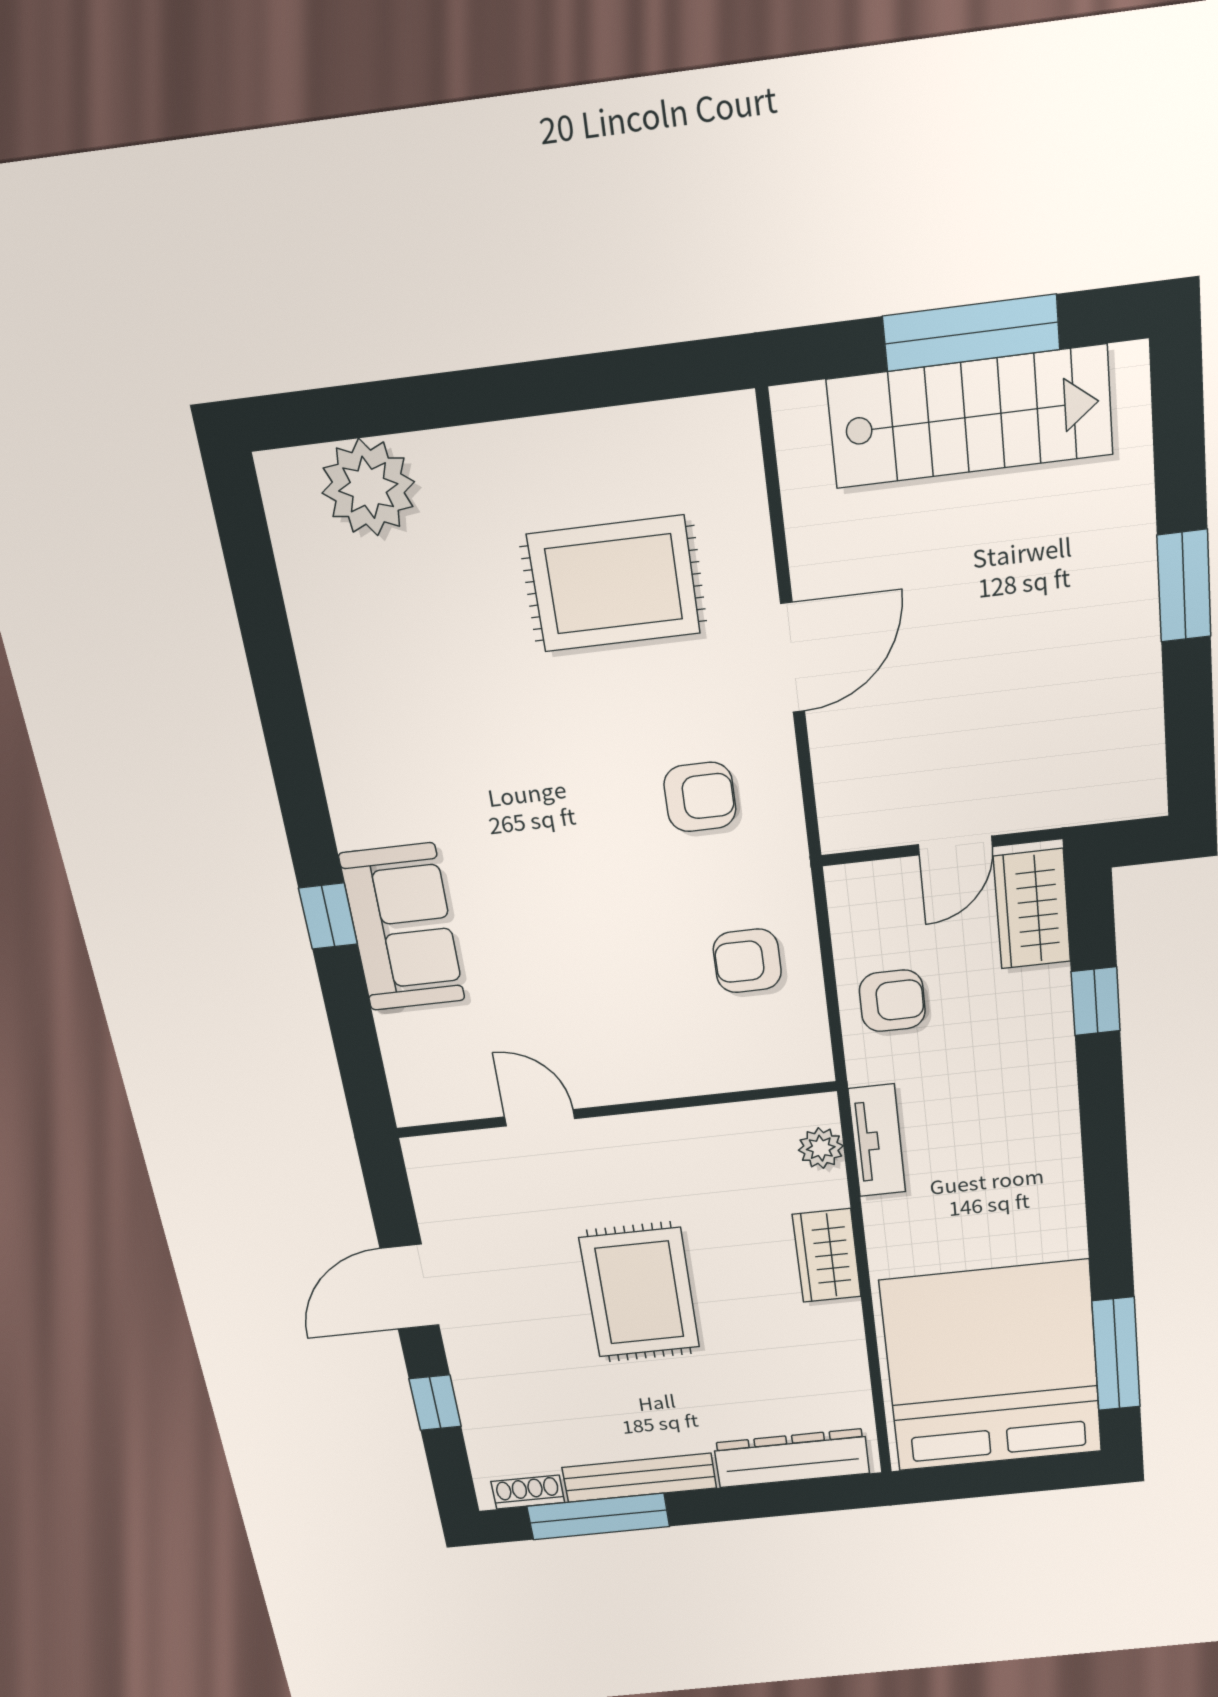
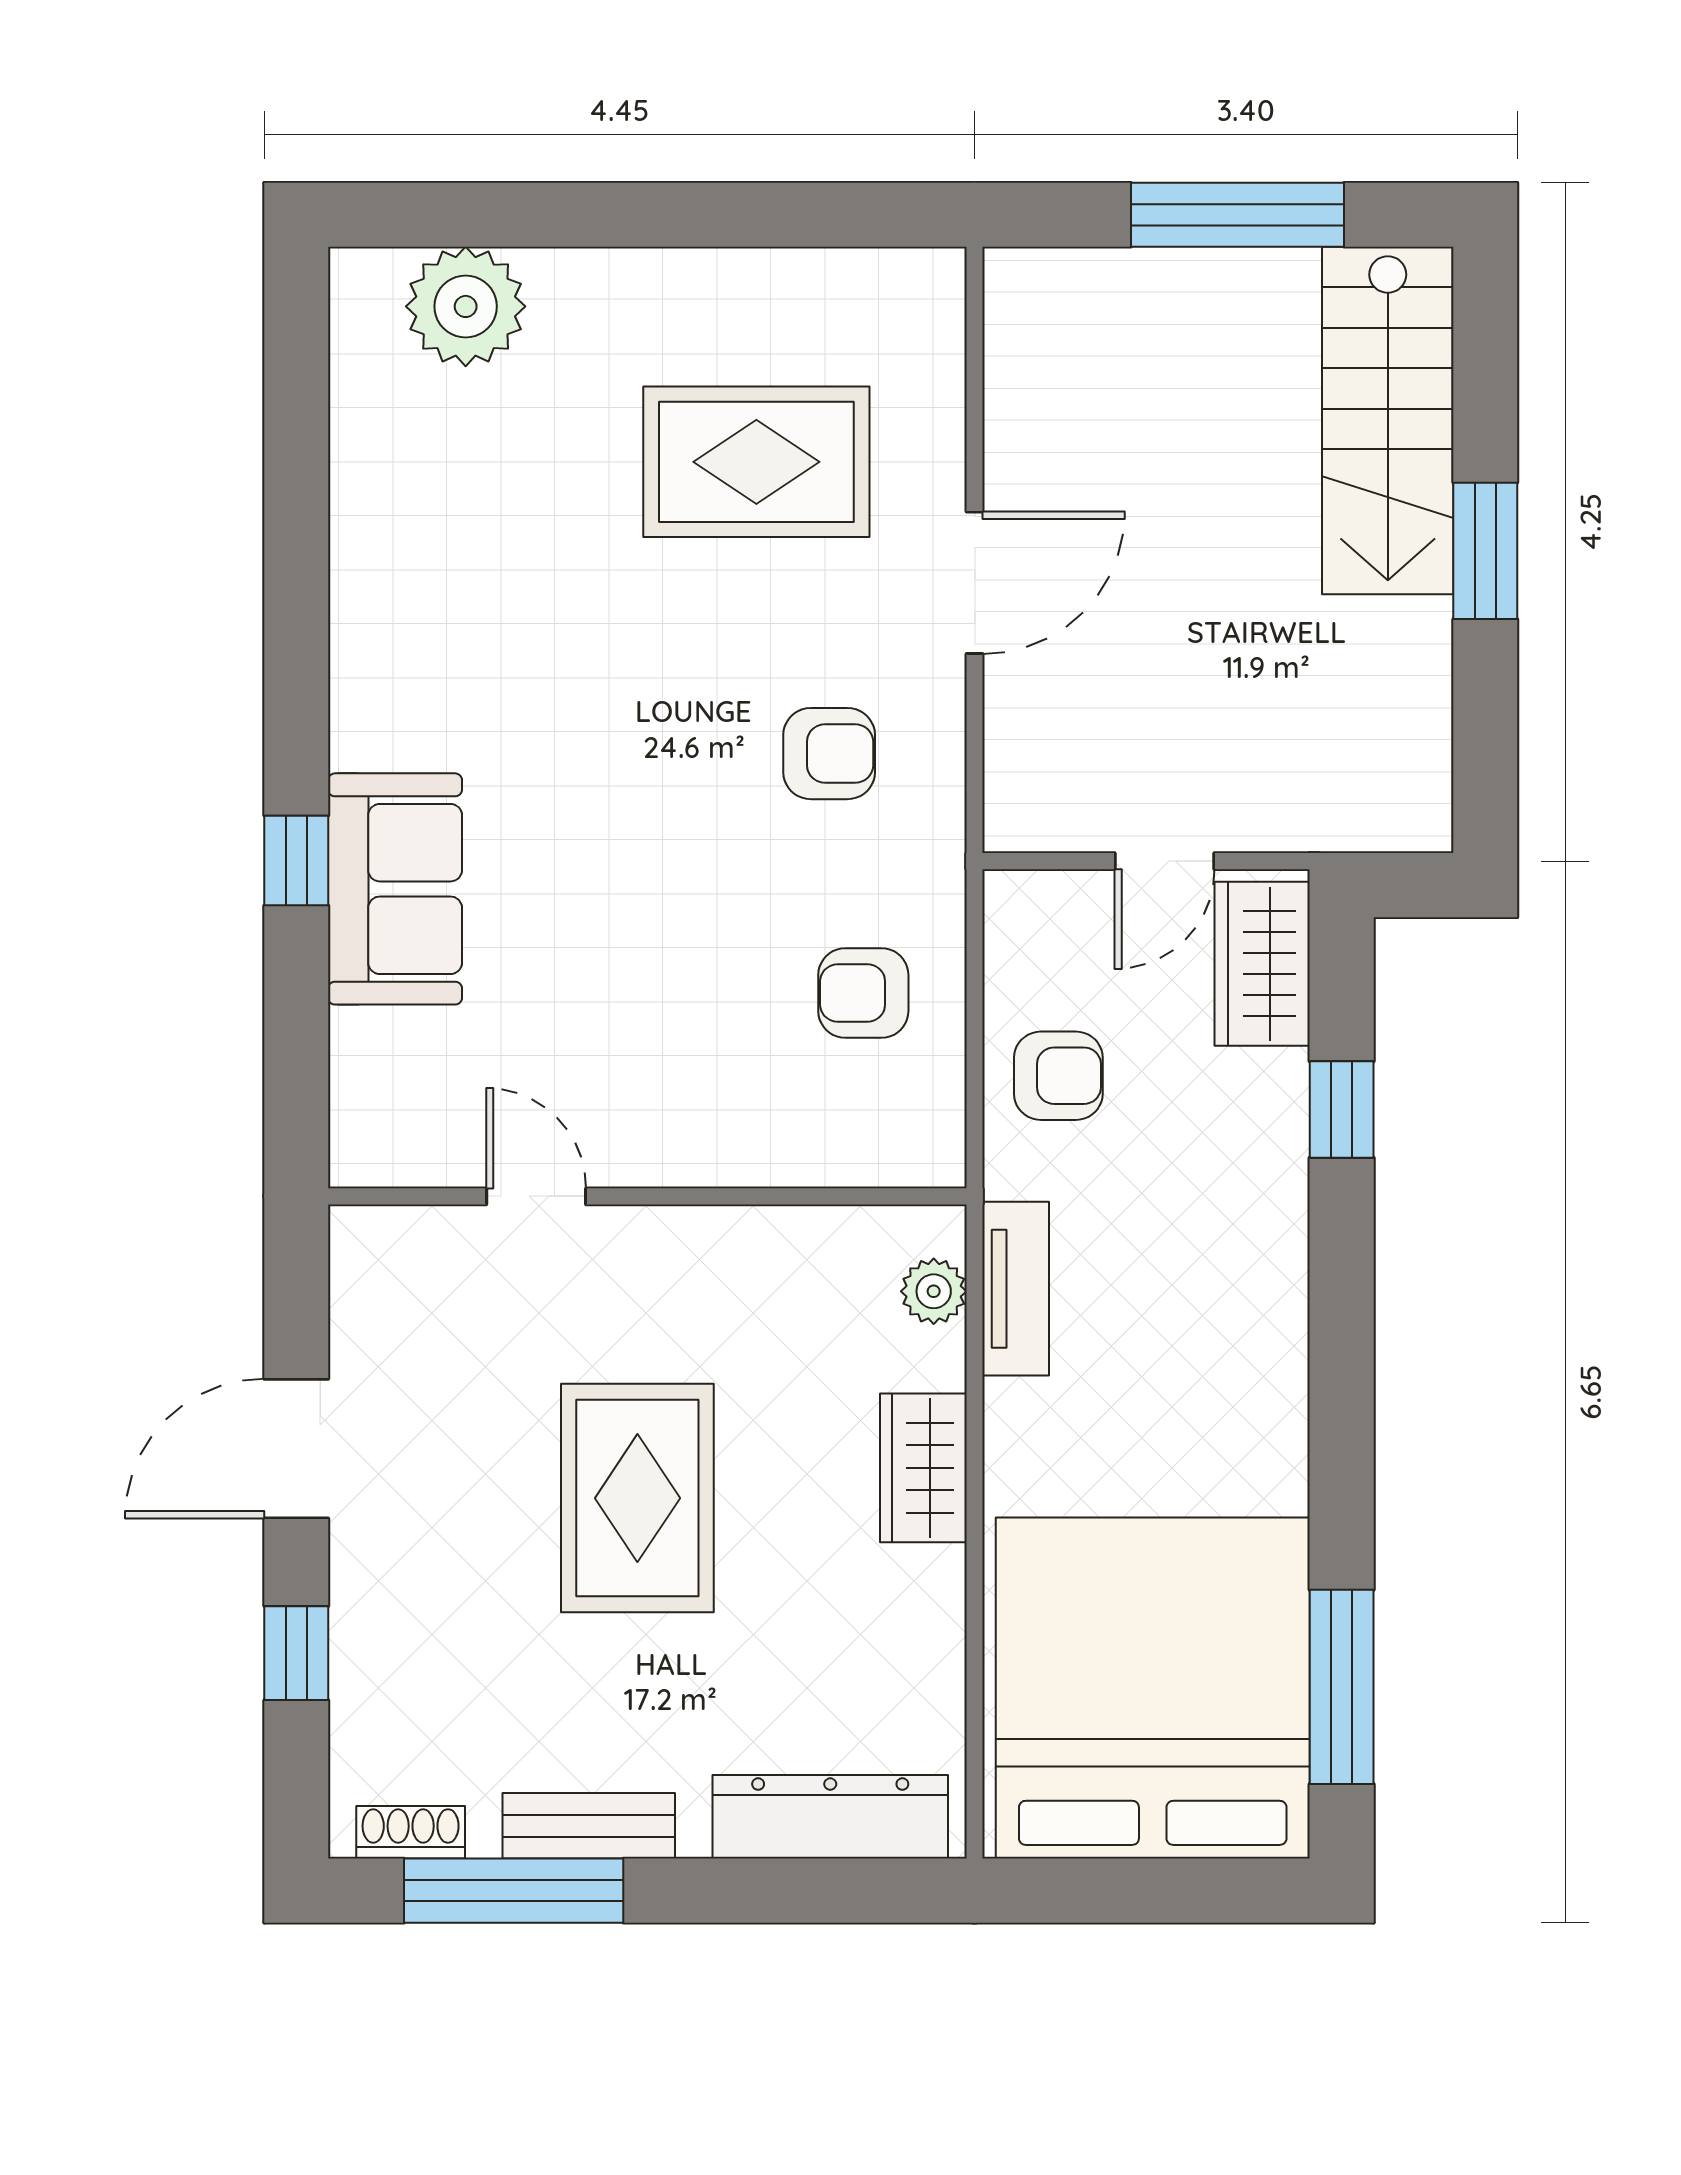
stairs: (970, 417) -> (1388, 420), moved, turned 90
bench: (639, 1478) -> (589, 1826), width x0.73

